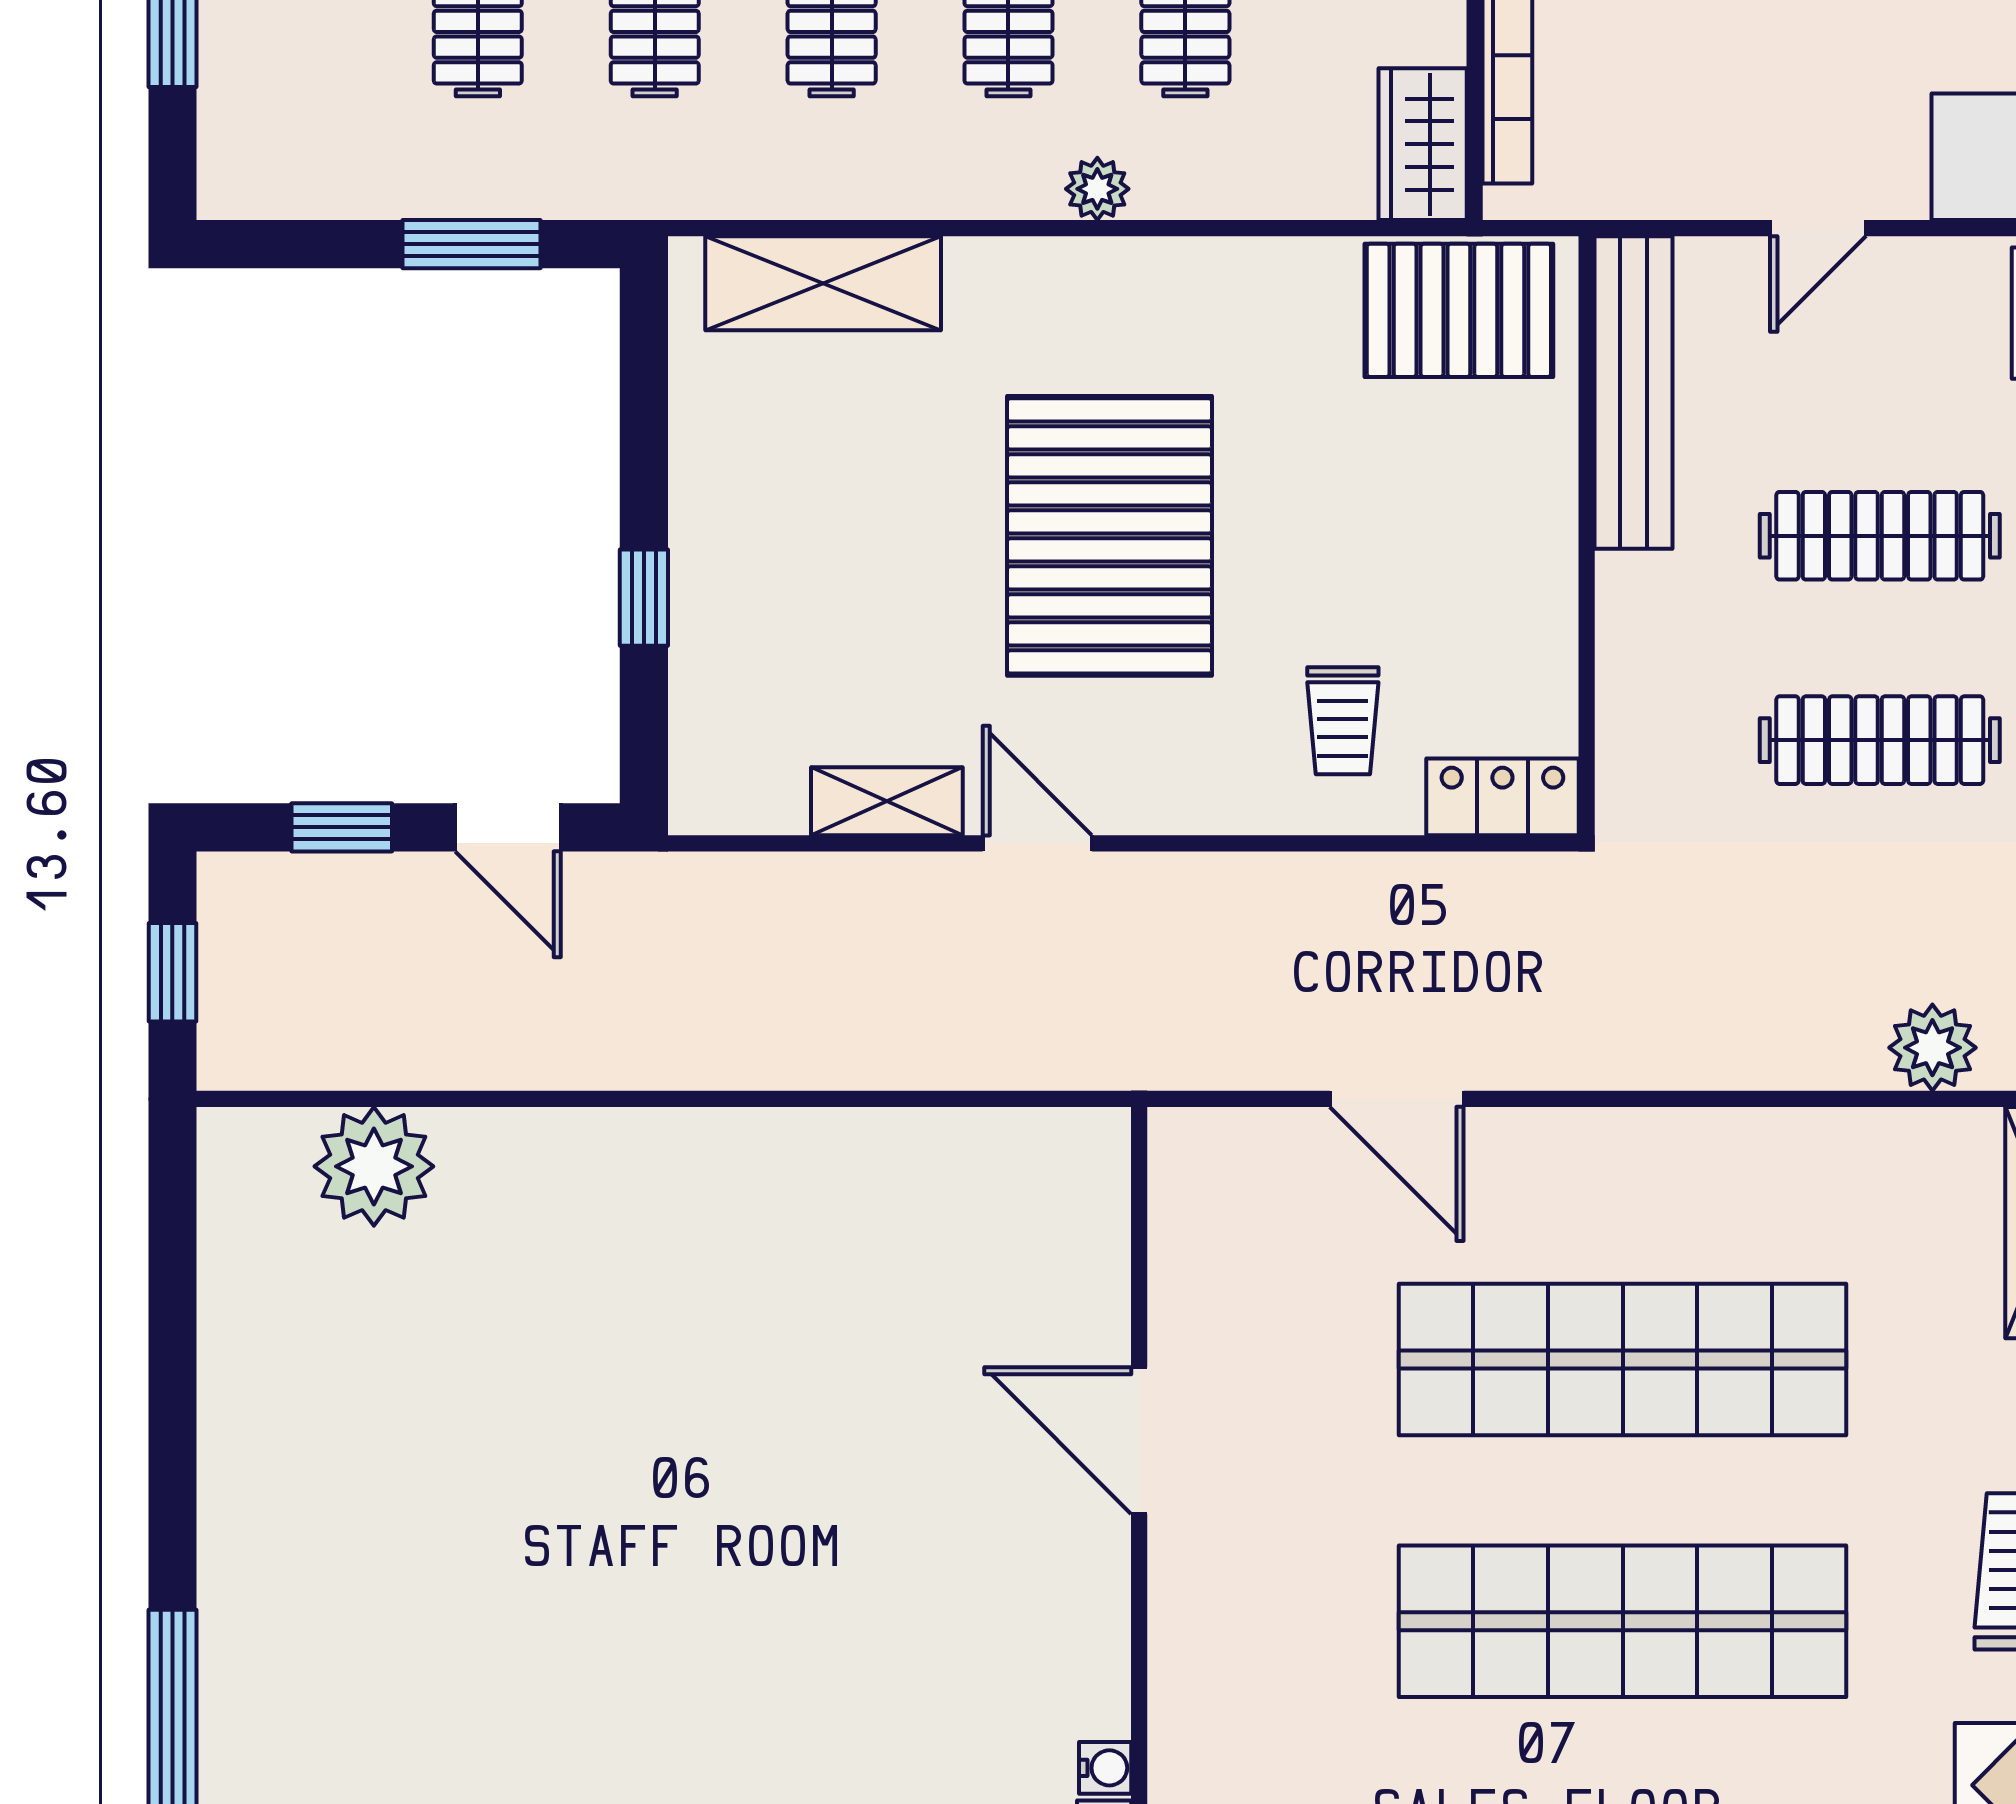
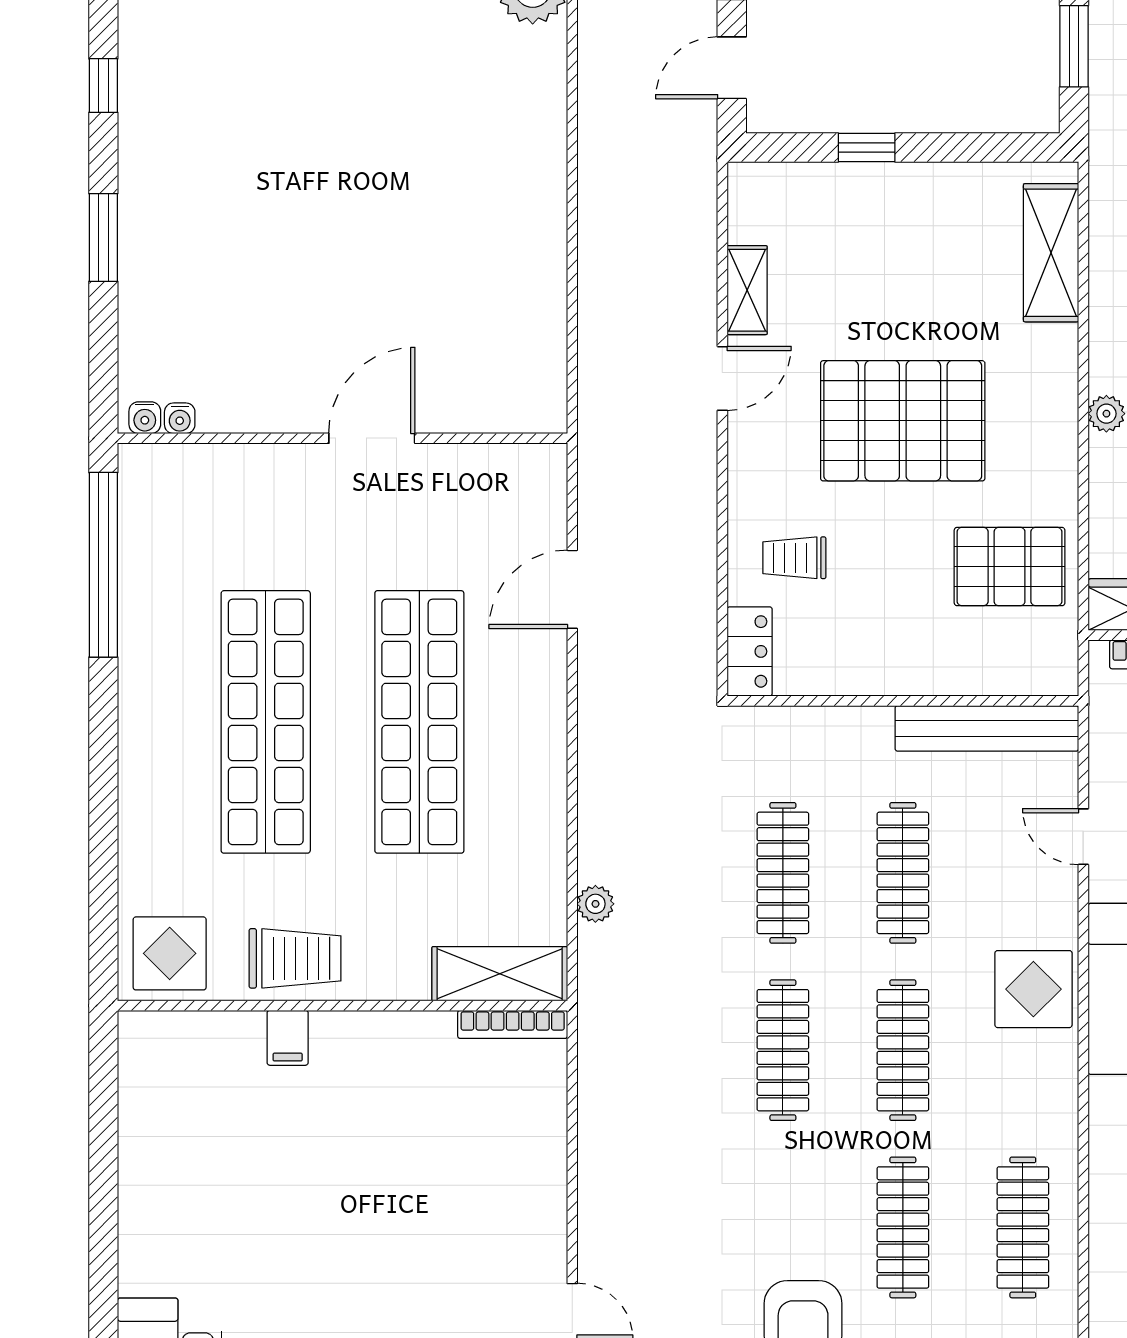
pallet: (1459, 310) -> (1010, 567), moved, turned 90
plant: (1932, 1048) -> (595, 904), width x0.73, depth x0.73

